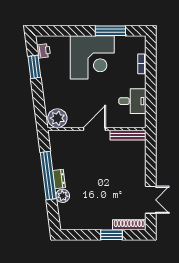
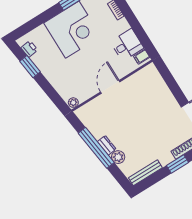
plant: (57, 118) -> (73, 103), width x0.53, depth x0.53
filing cabinet: (139, 120) -> (142, 57), added
bench: (128, 135) -> (145, 173), moved

